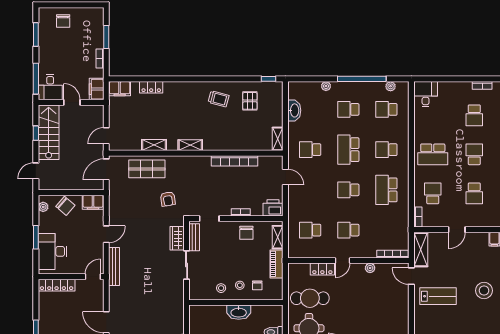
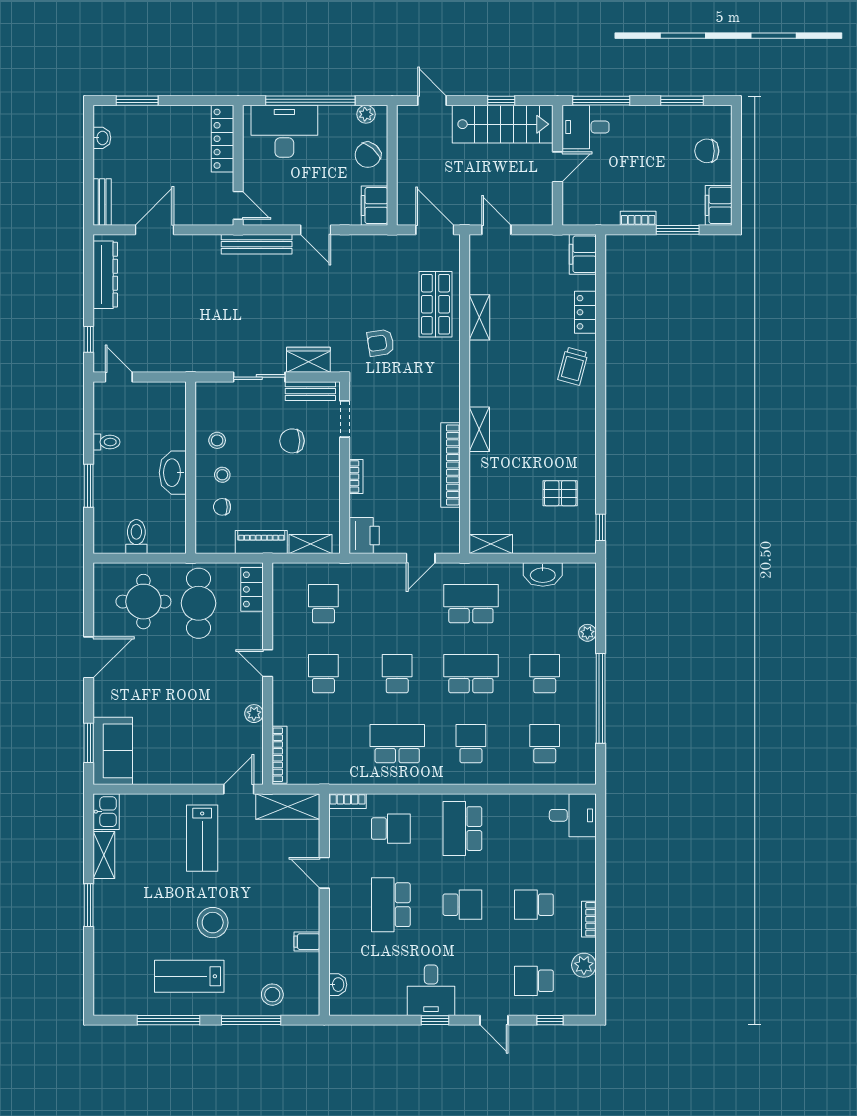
plant: (391, 86) -> (587, 751), removed
filing cabinet: (97, 89) -> (719, 205), moved, turned -90
trolley: (219, 99) -> (573, 366), moved
shelving: (190, 145) -> (479, 429), moved
school desk: (310, 150) -> (471, 604), width x1.85
school desk: (474, 193) -> (391, 905), width x1.85
chair: (246, 233) -> (292, 441), moved
window: (36, 237) -> (310, 101), width x2.11
locker: (322, 269) -> (252, 589), moved

